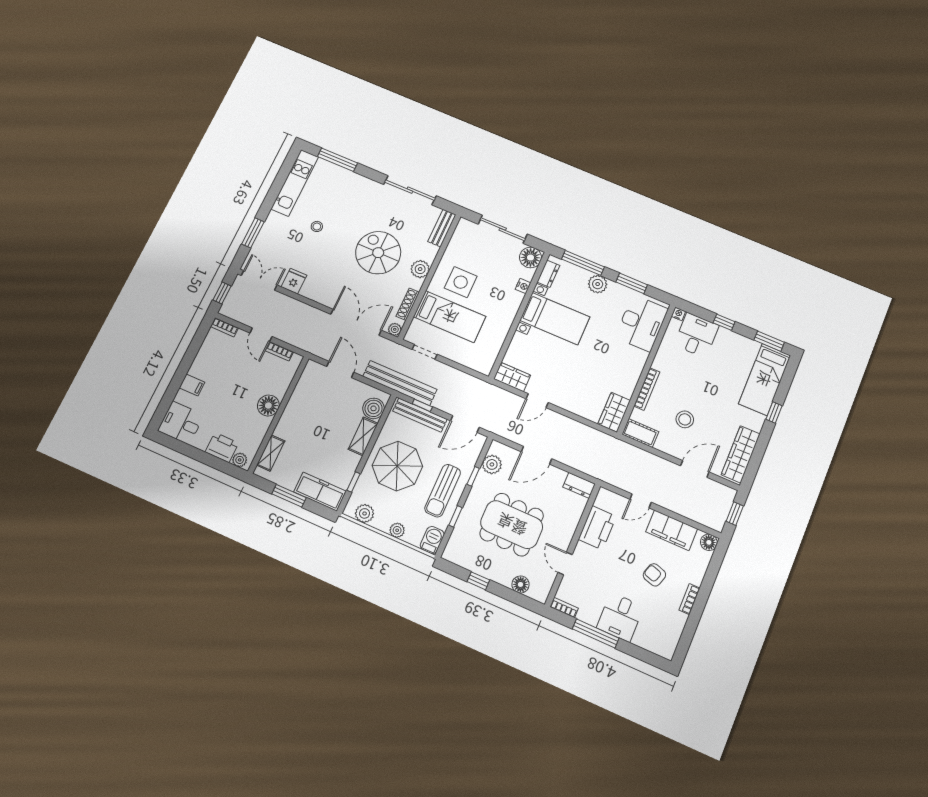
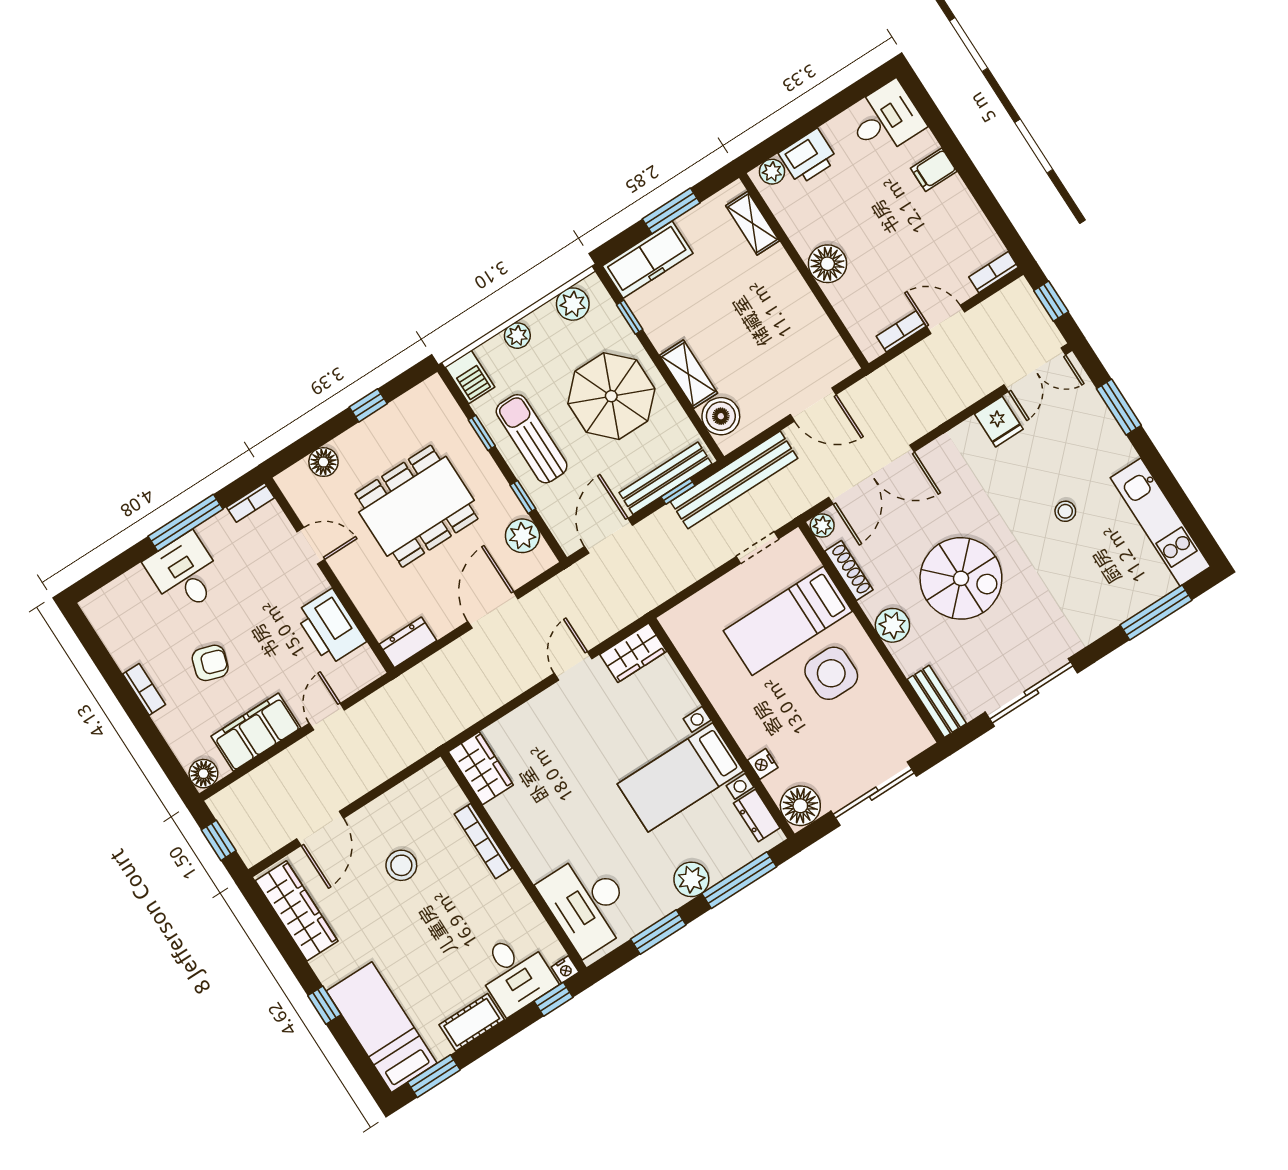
window: (724, 322) -> (554, 999), moved
cot: (640, 433) -> (472, 1022), moved

